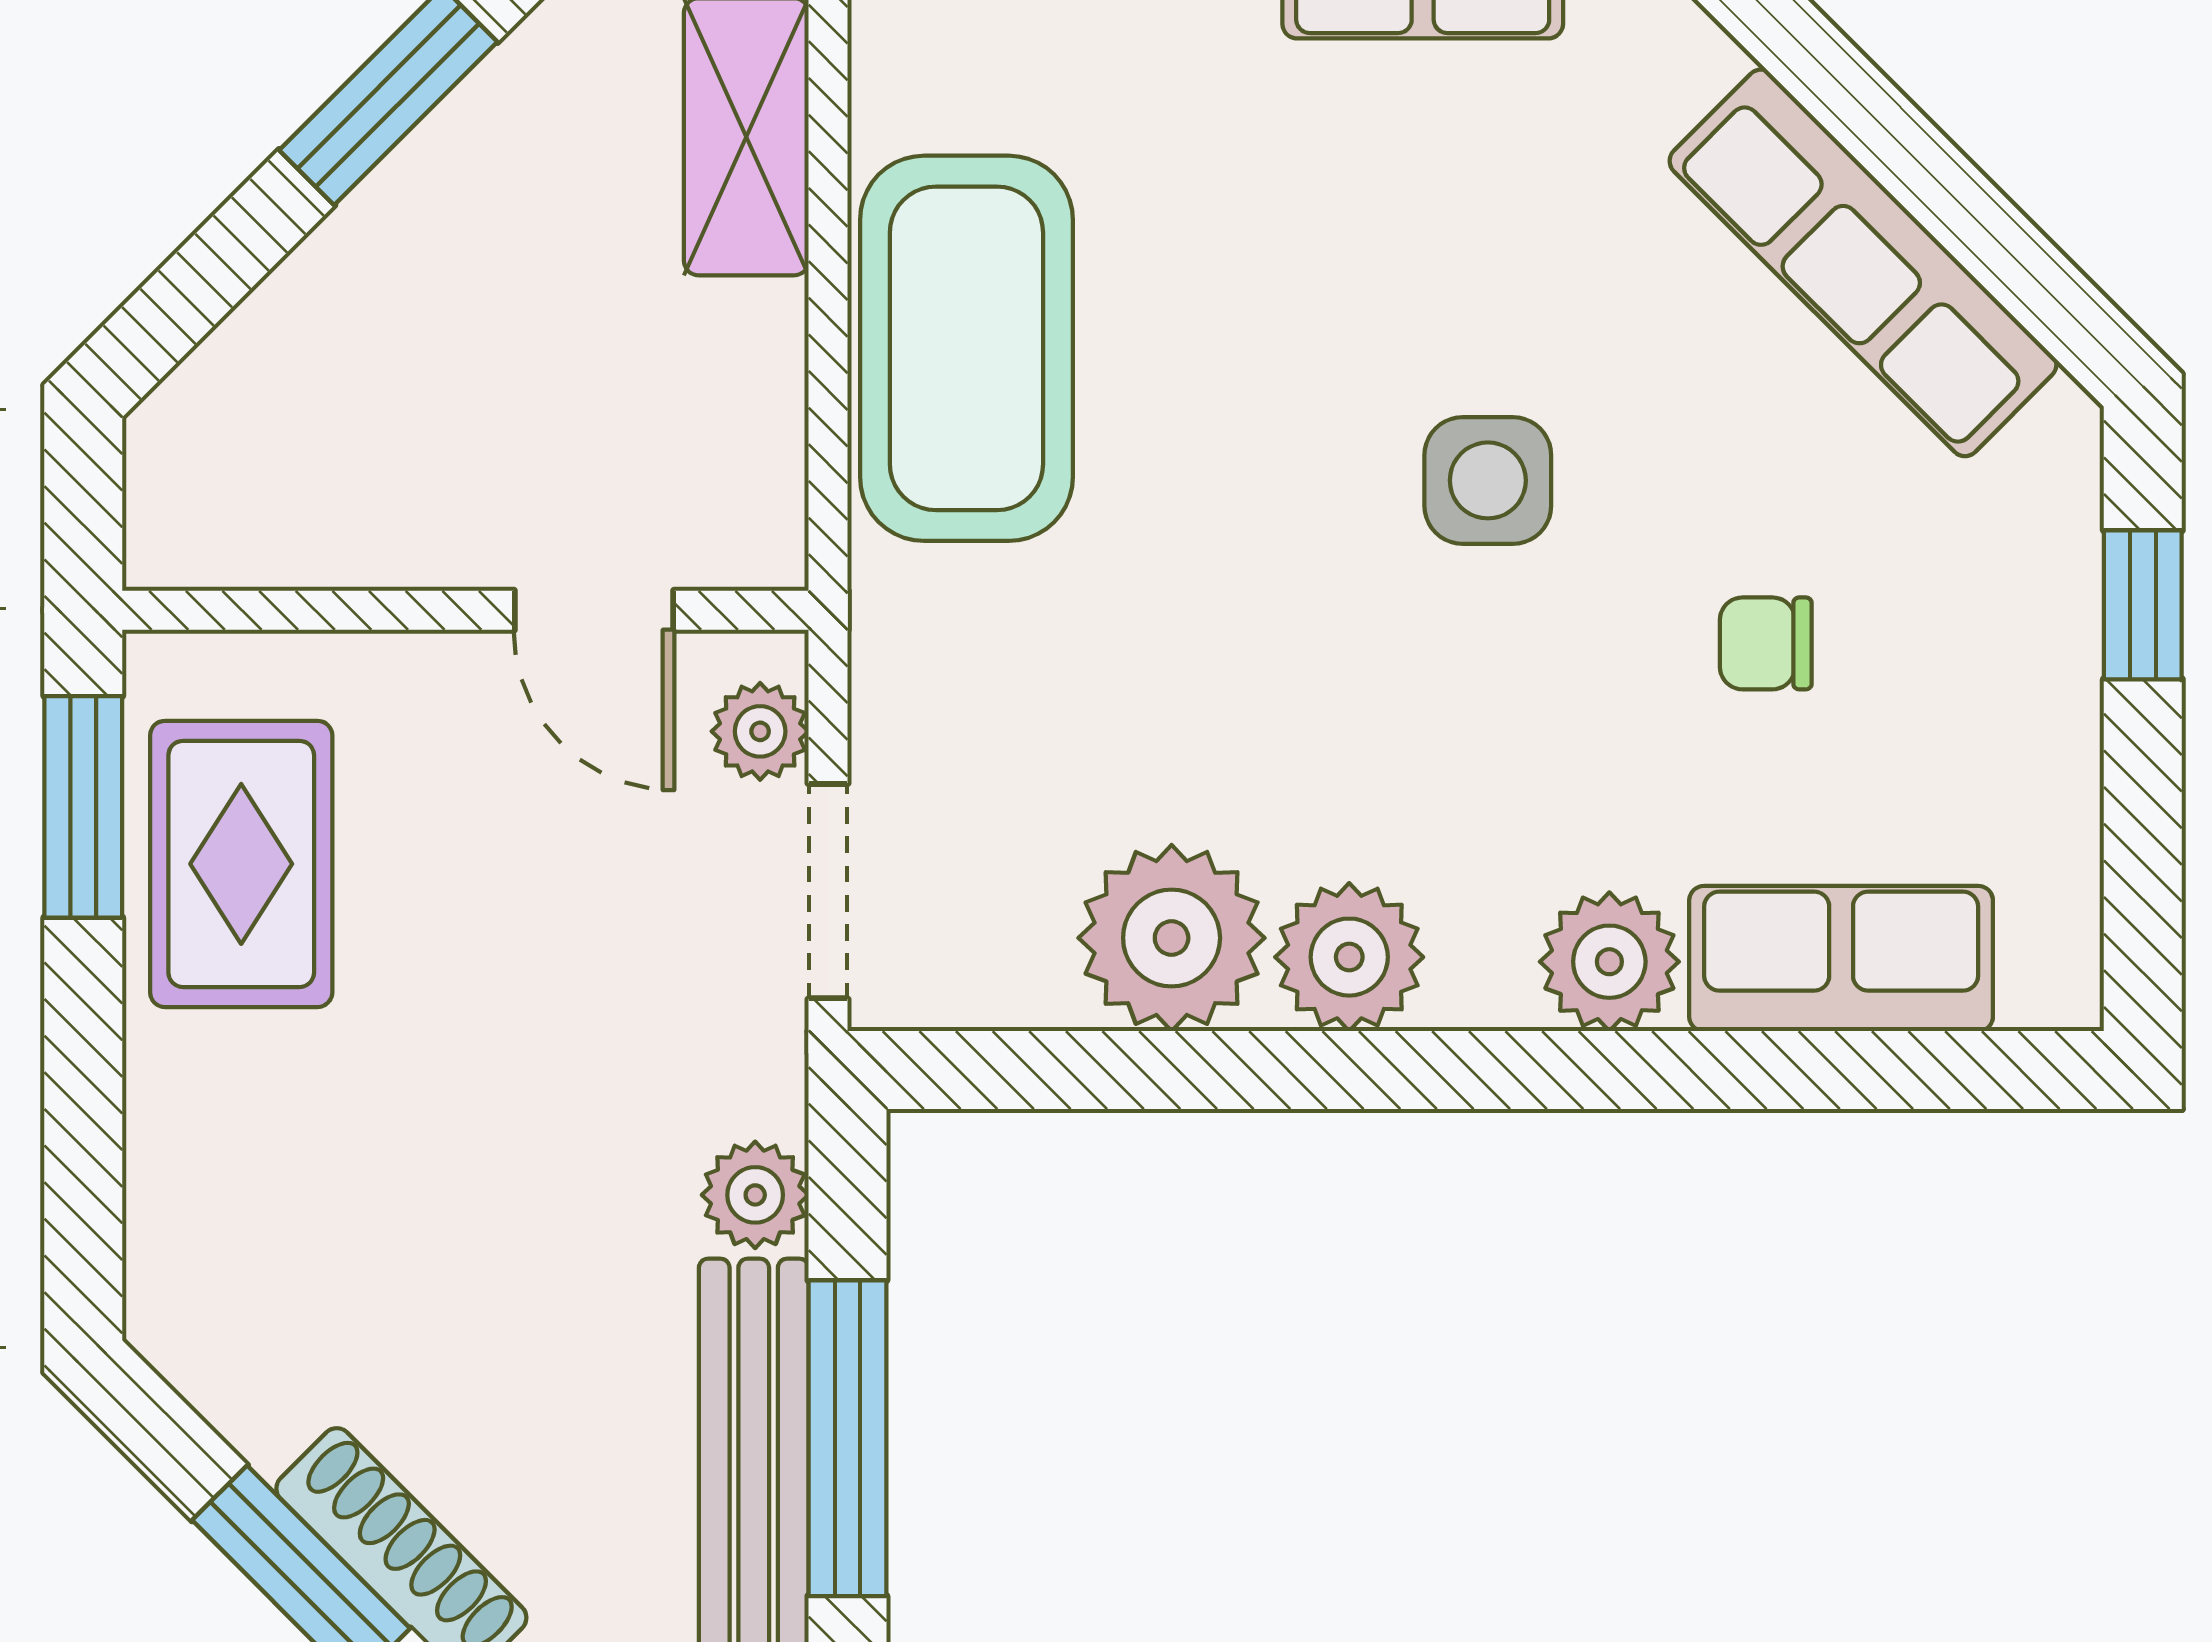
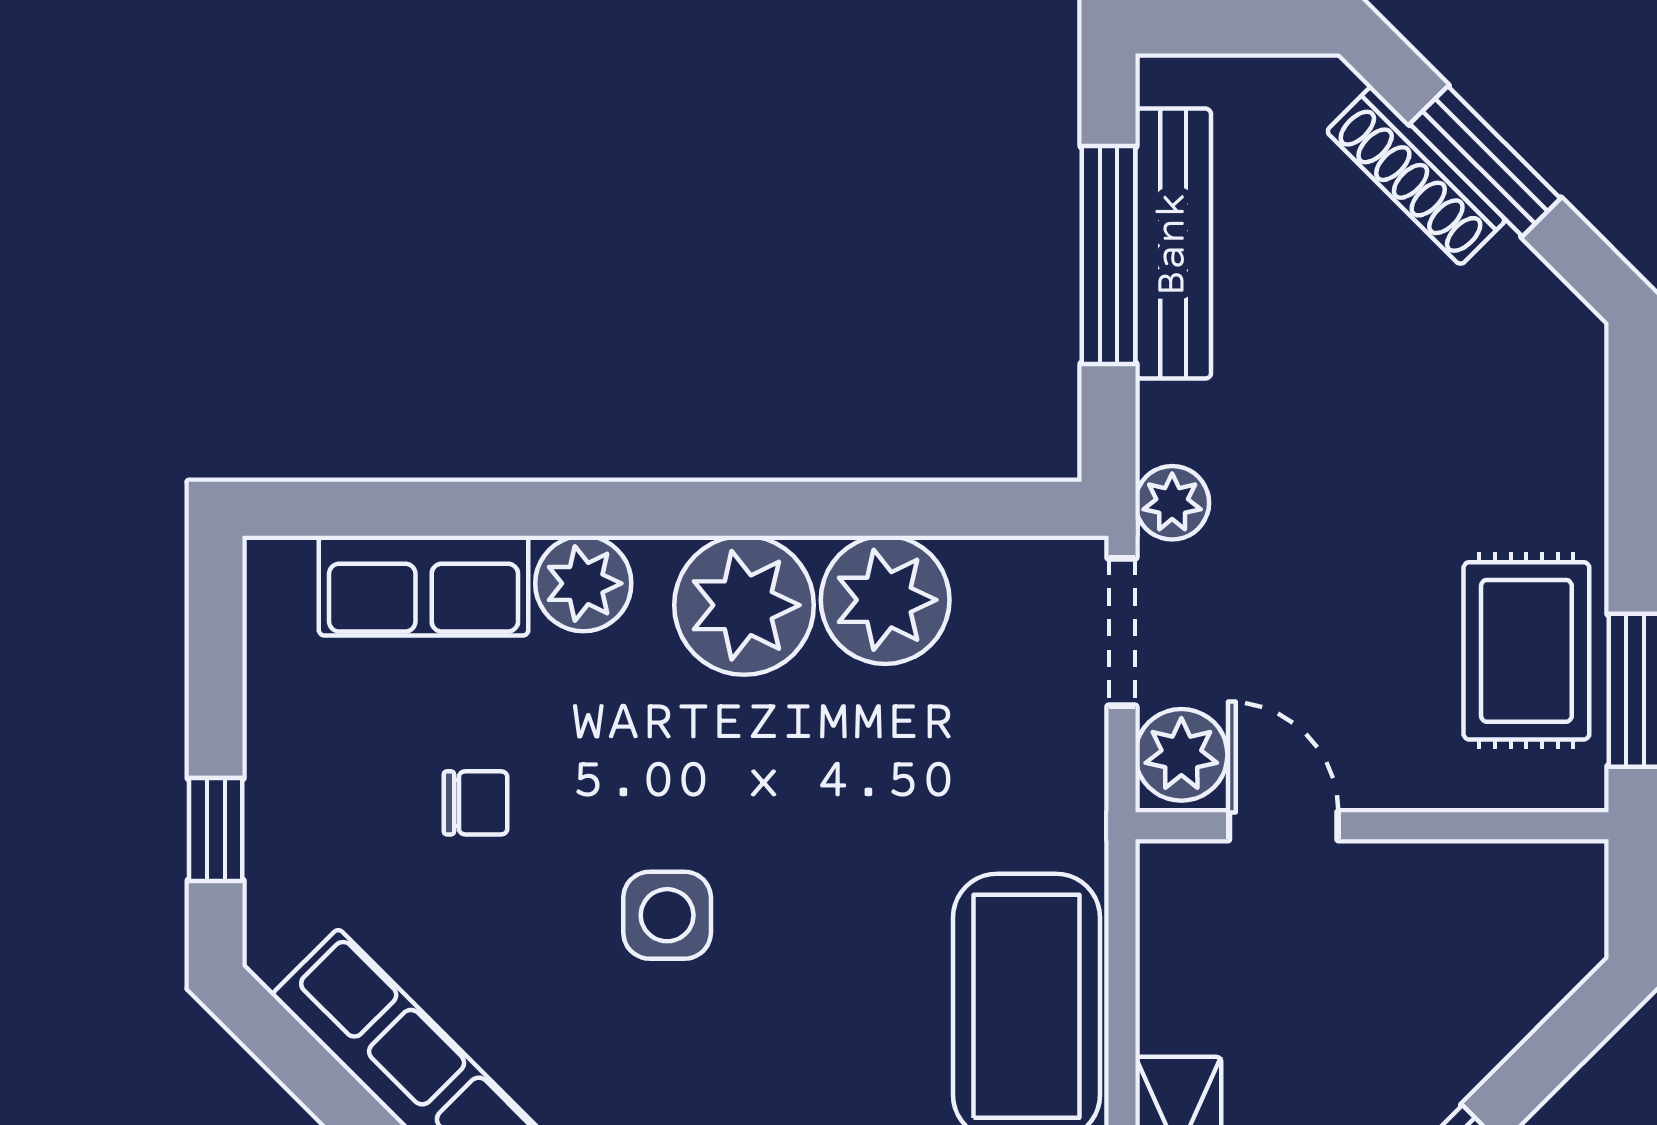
plant: (760, 731) -> (1181, 755), width x1.38, depth x1.38
plant: (1349, 957) -> (744, 605), width x1.36, depth x1.36
plant: (755, 1195) -> (1172, 503), moved

